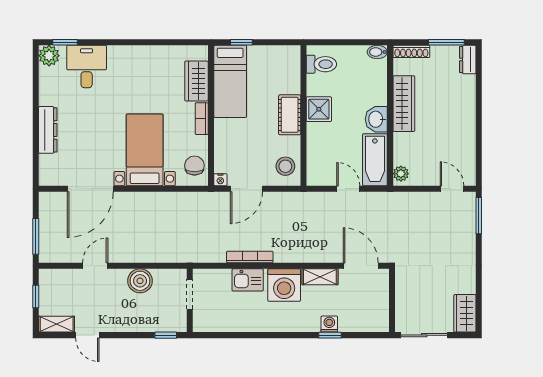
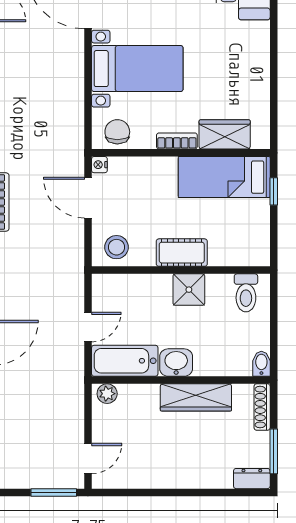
chair: (194, 166) -> (117, 132), turned -90

